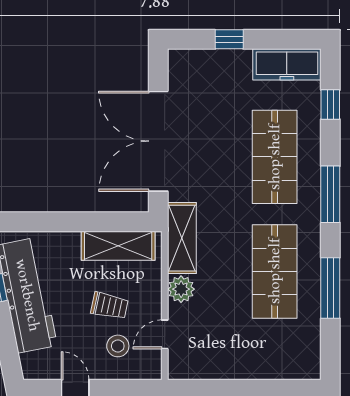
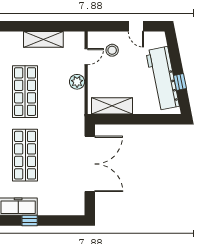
window: (229, 39) -> (30, 221), moved
shelving: (182, 238) -> (43, 39), moved, turned 90
trolley: (109, 306) -> (117, 73), removed

